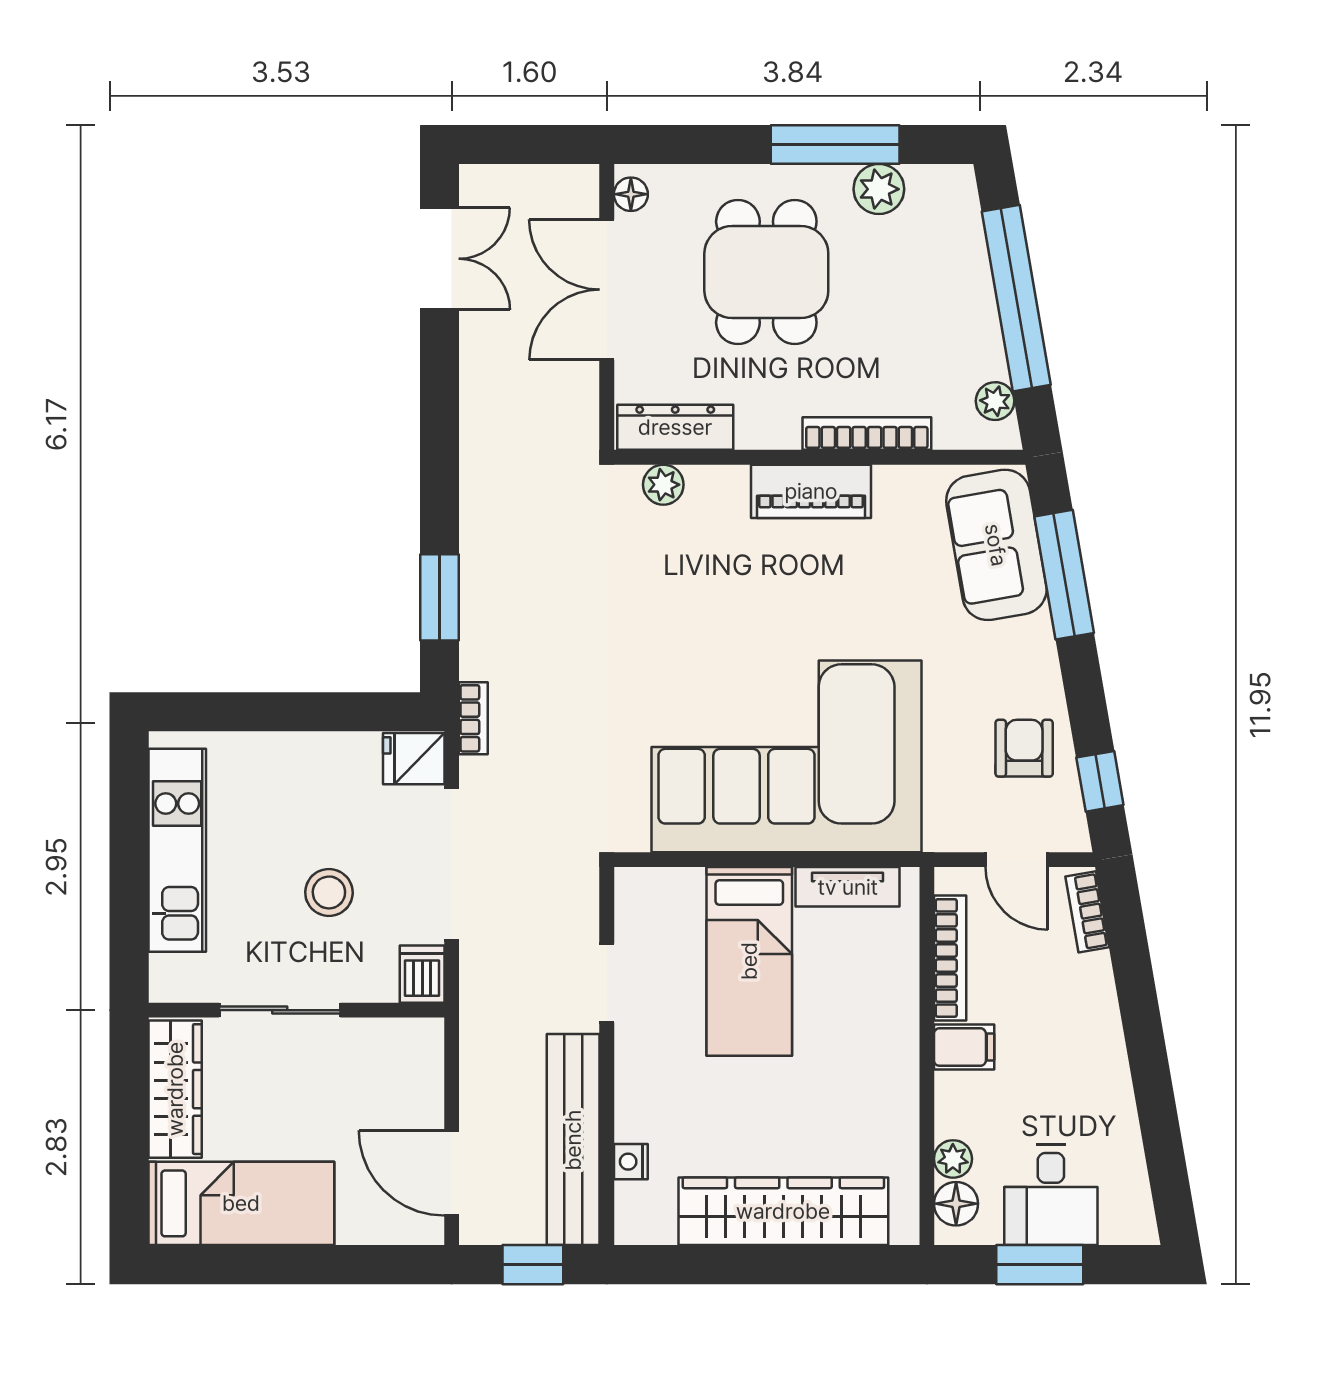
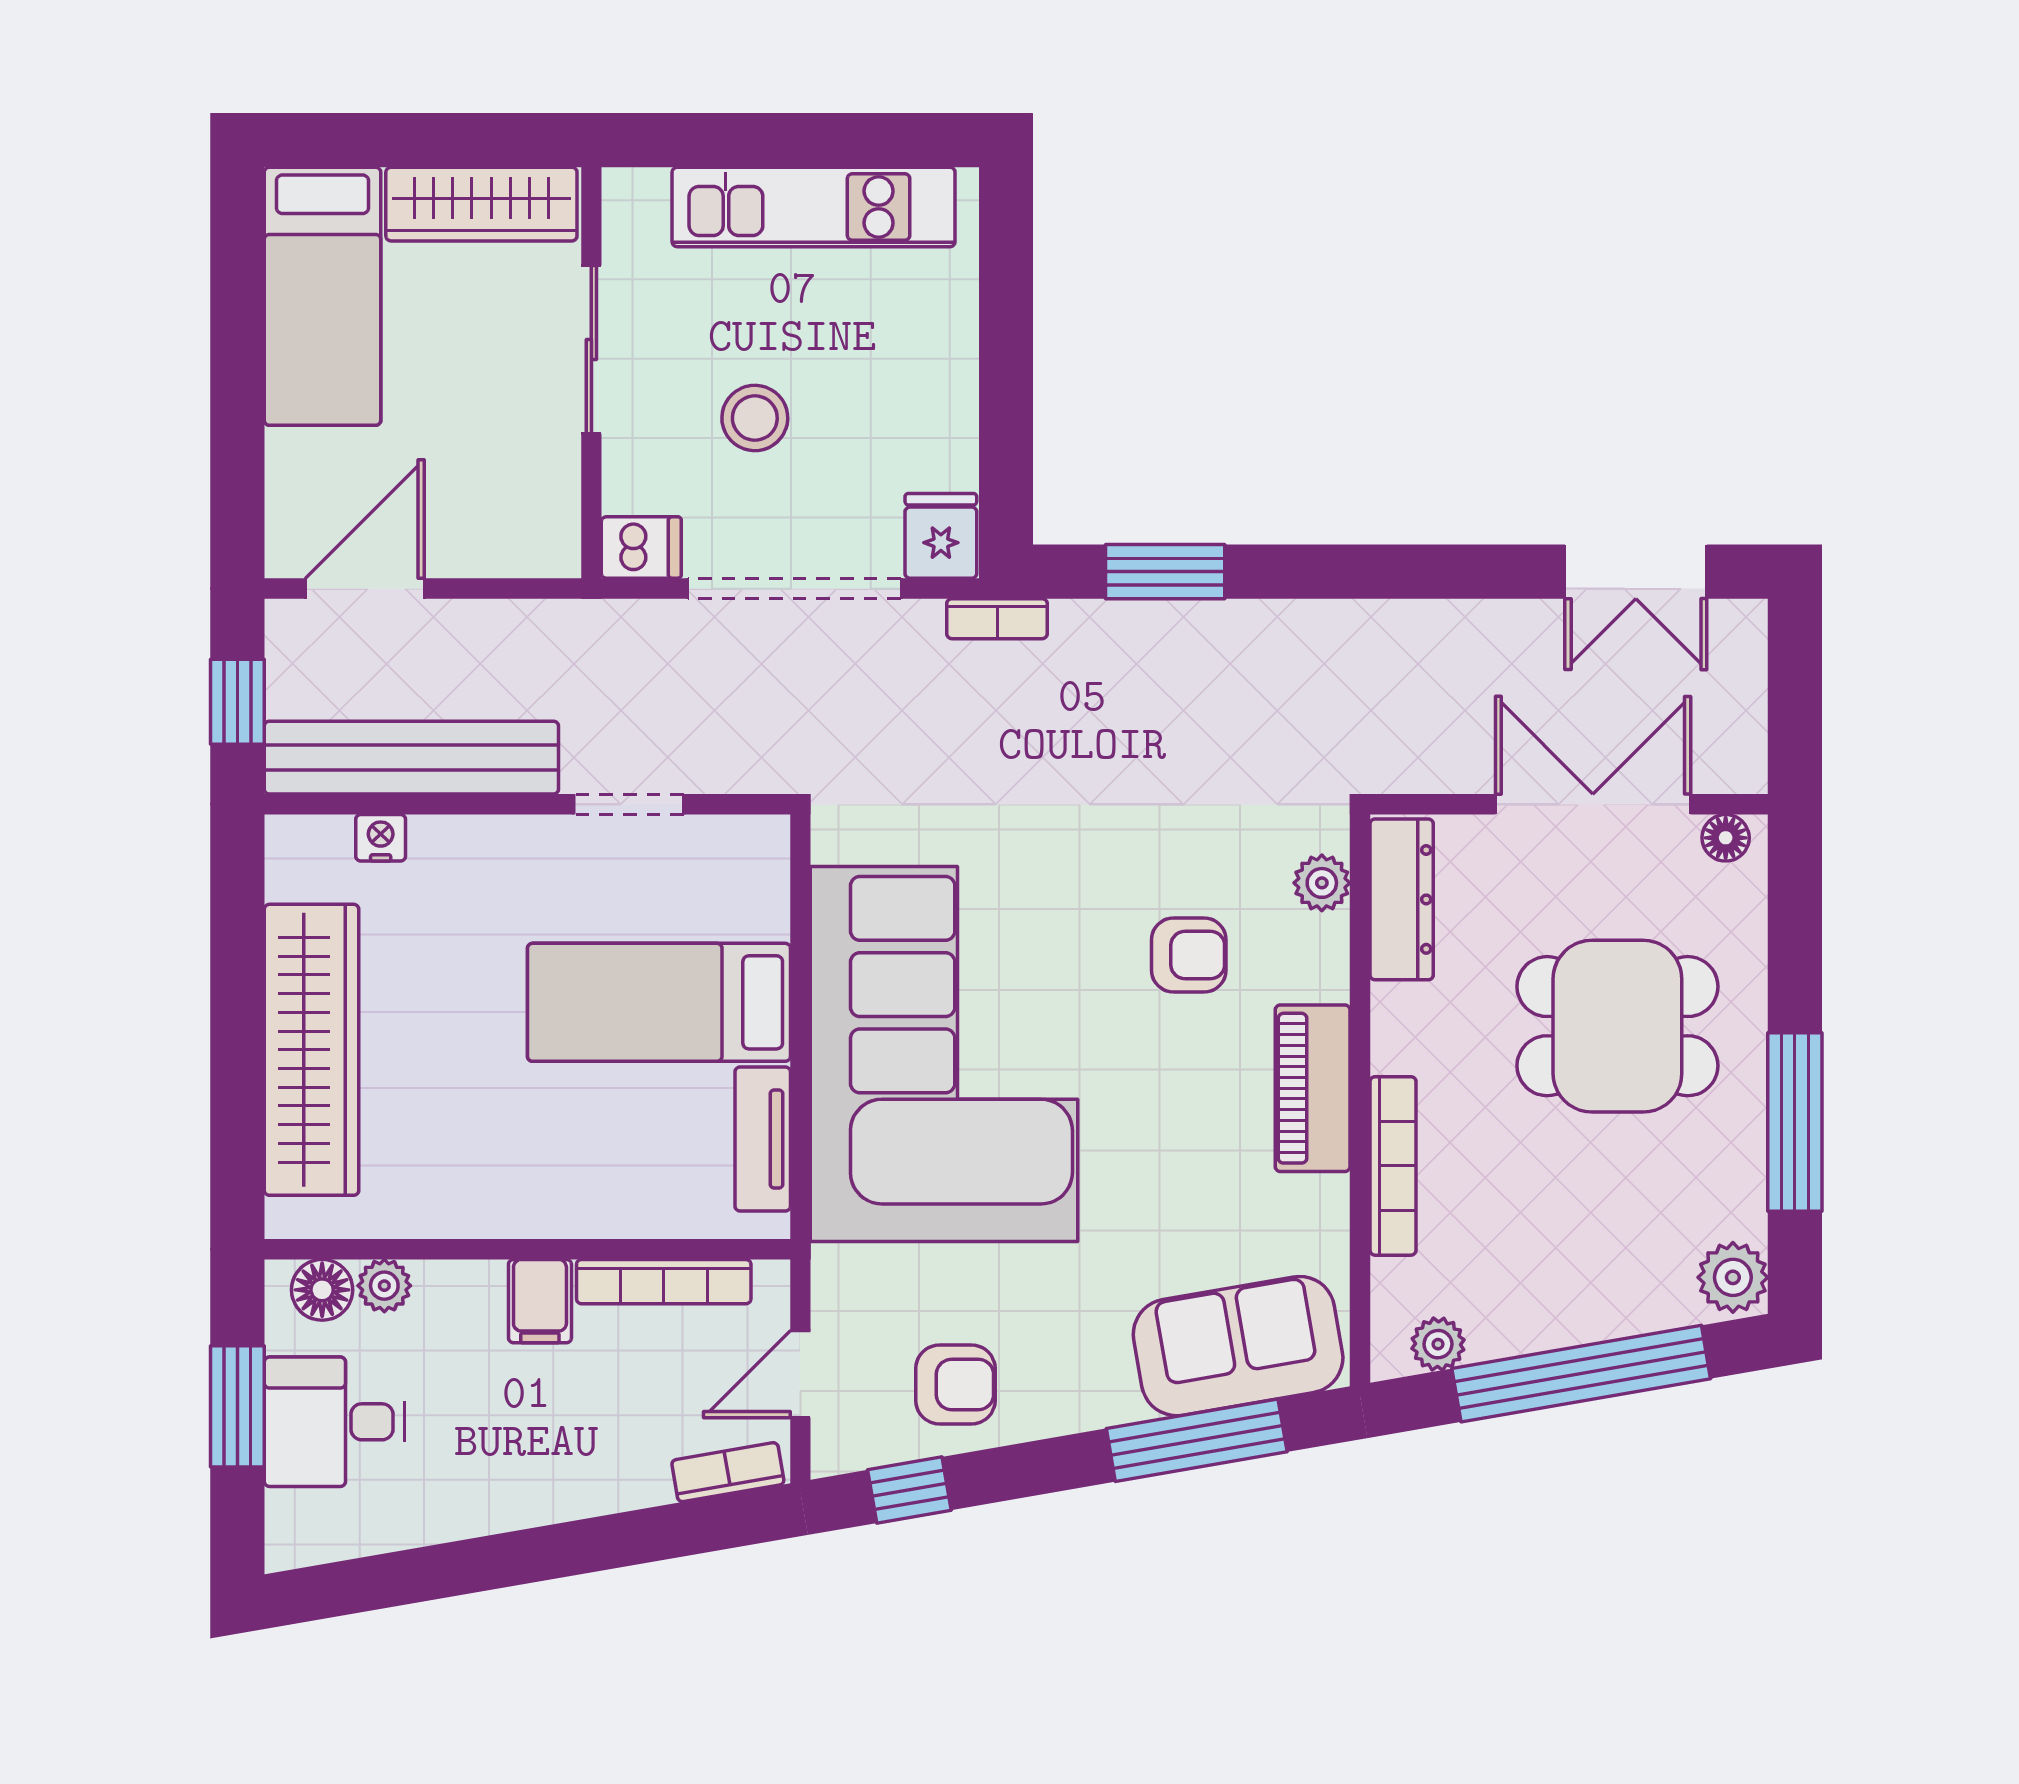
plant: (879, 189) -> (1733, 1277), moved
armchair: (715, 580) -> (1189, 955), added

